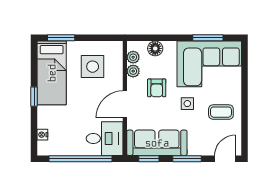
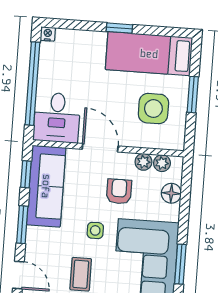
window: (61, 38) -> (193, 95), moved
armchair: (157, 88) -> (119, 191), turned 90
nightstand: (42, 135) -> (48, 34), moved

